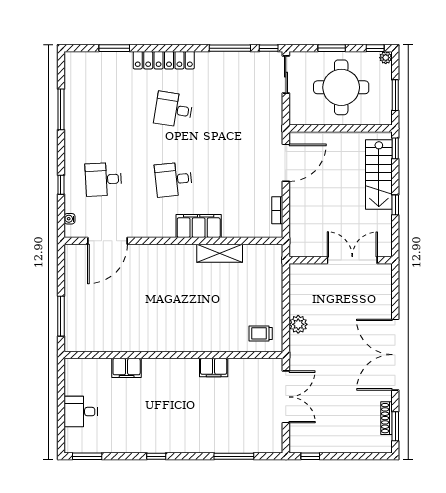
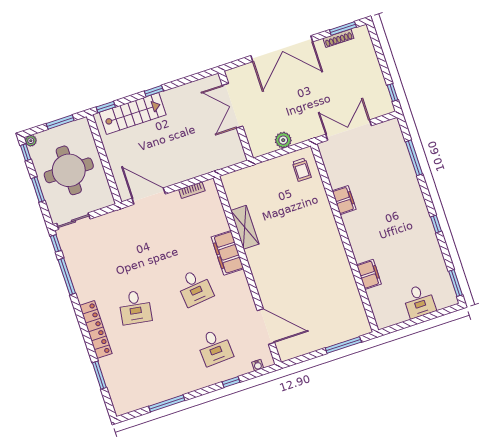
wall: (341, 260) -> (236, 116), moved
double door: (352, 260) -> (232, 106), moved

